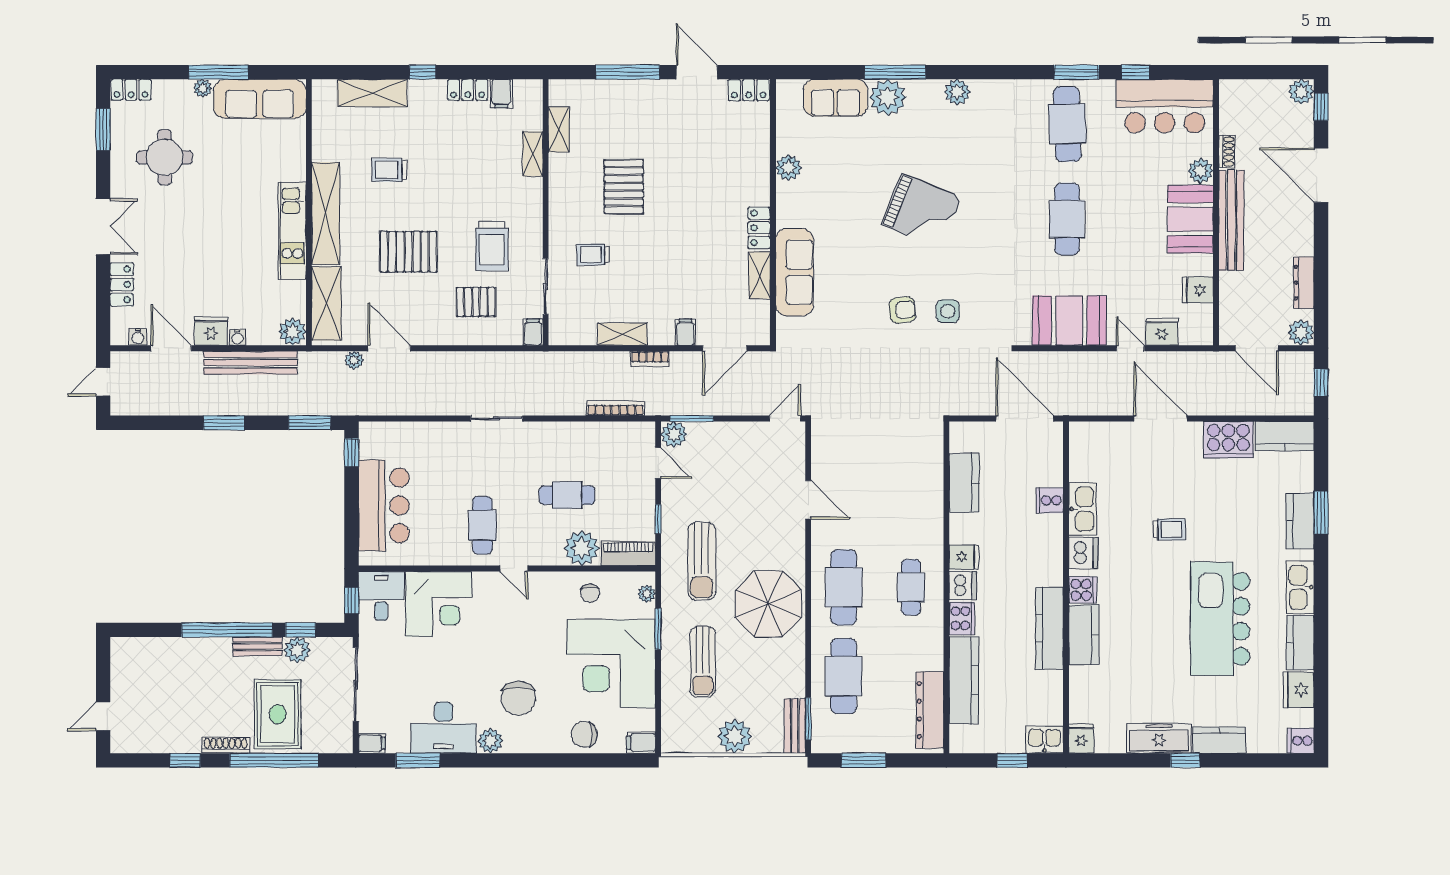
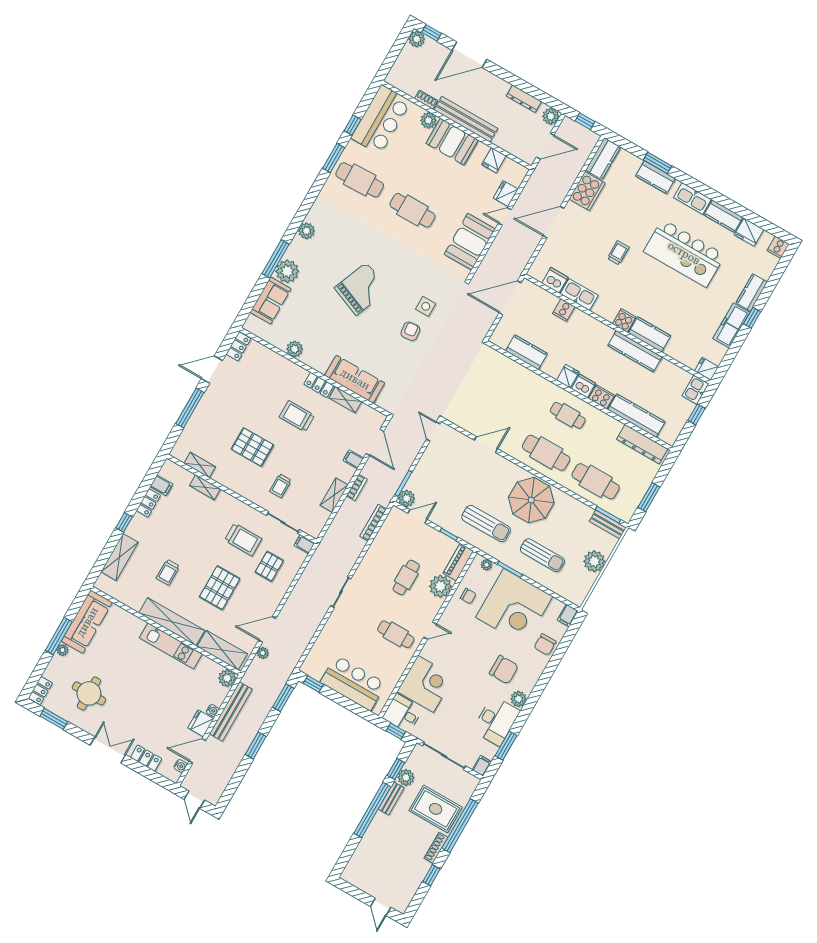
trolley: (700, 223) -> (297, 416), added
dishwasher: (1083, 553) -> (555, 280), moved

